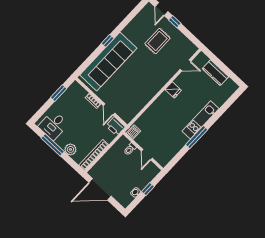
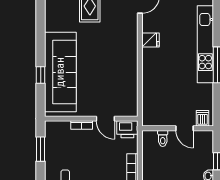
window: (108, 41) -> (41, 75), moved
kitchen unit: (200, 120) -> (205, 44), width x1.36
dishwasher: (133, 132) -> (202, 118), moved

